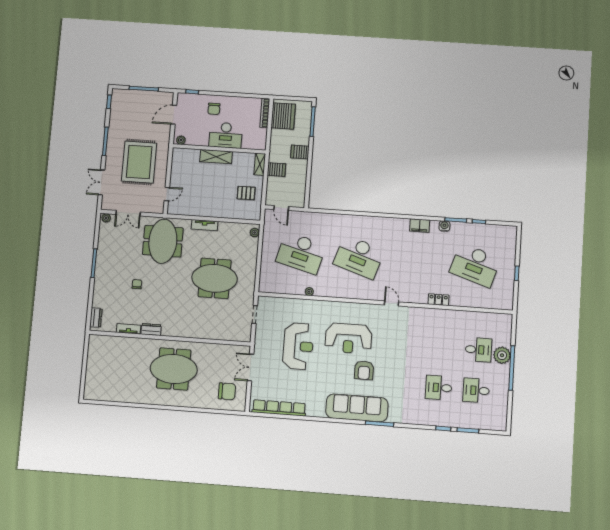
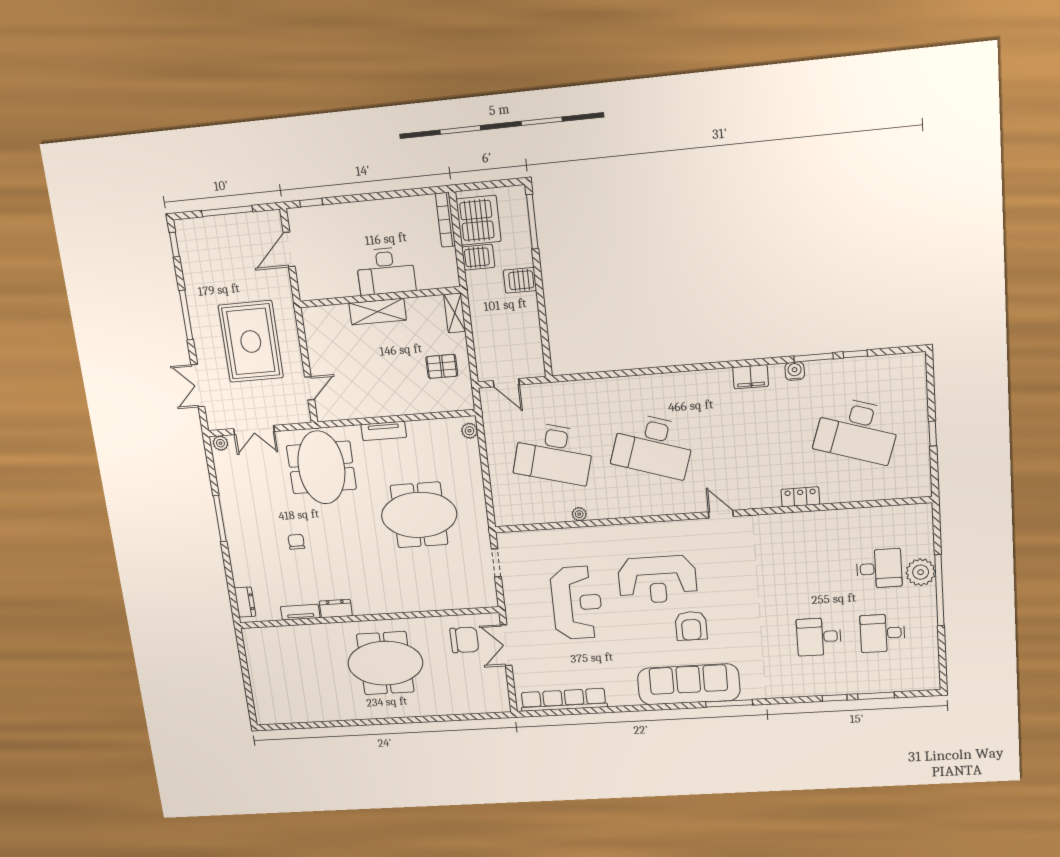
chair: (214, 109) -> (355, 227), removed
plant: (181, 140) -> (312, 292), removed
server rack: (276, 170) -> (478, 257), moved
chair: (227, 391) -> (464, 640), moved

